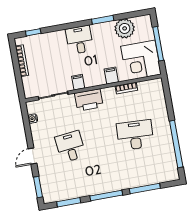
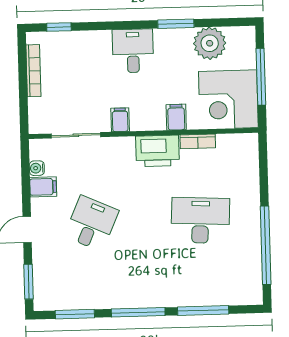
printer: (89, 100) -> (157, 151), moved
filing cabinet: (38, 129) -> (43, 187), added
desk: (70, 147) -> (91, 223), turned 30

